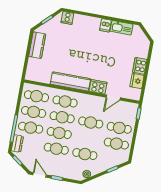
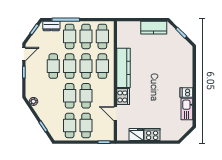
cooker: (67, 18) -> (187, 53), removed
cafe table: (85, 154) -> (70, 96), moved

